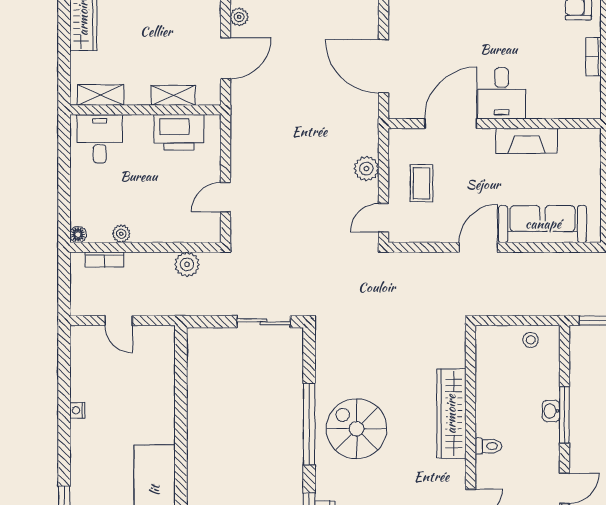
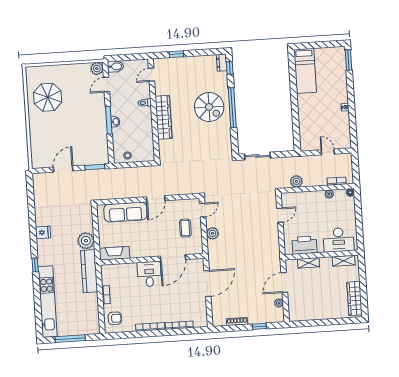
door: (384, 66) -> (207, 283), hinge flipped
desk: (100, 139) -> (339, 240), width x1.37
fireplace: (527, 141) -> (114, 253), moved

